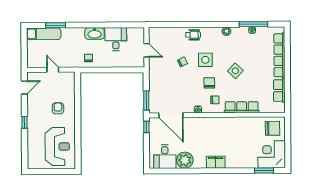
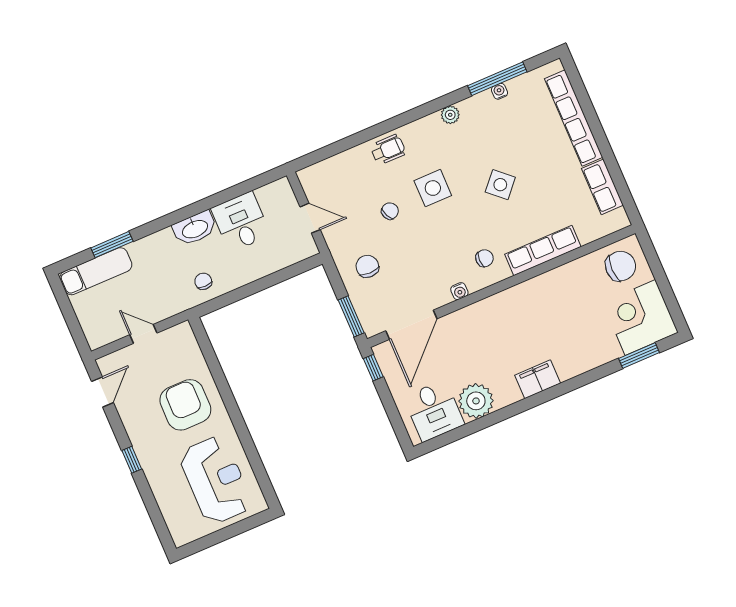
chair: (209, 83) -> (367, 266), moved
armchair: (58, 108) -> (185, 405), width x1.88, depth x1.88
door: (171, 115) -> (411, 325), hinge flipped

